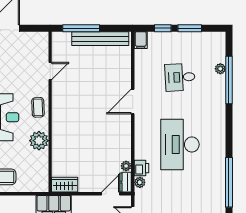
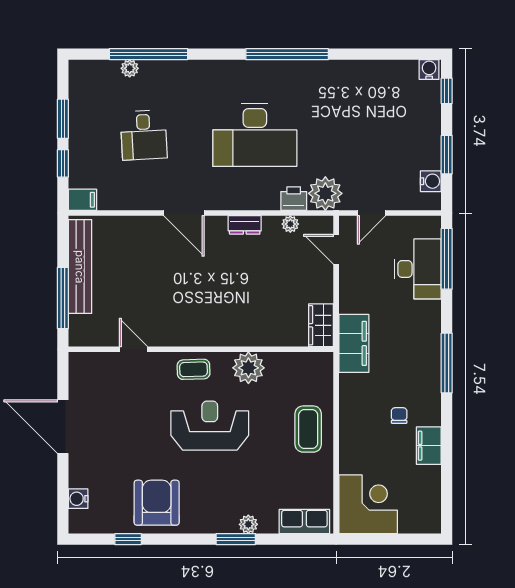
dresser: (125, 182) -> (245, 225), moved
plant: (140, 182) -> (325, 193), width x1.87, depth x1.87
window: (229, 182) -> (287, 54), moved

